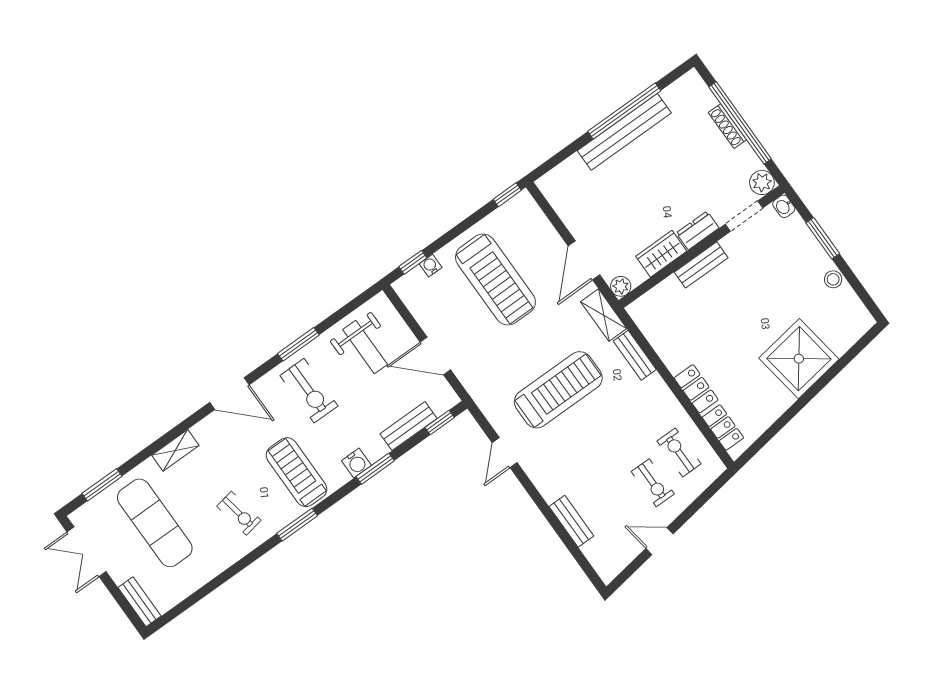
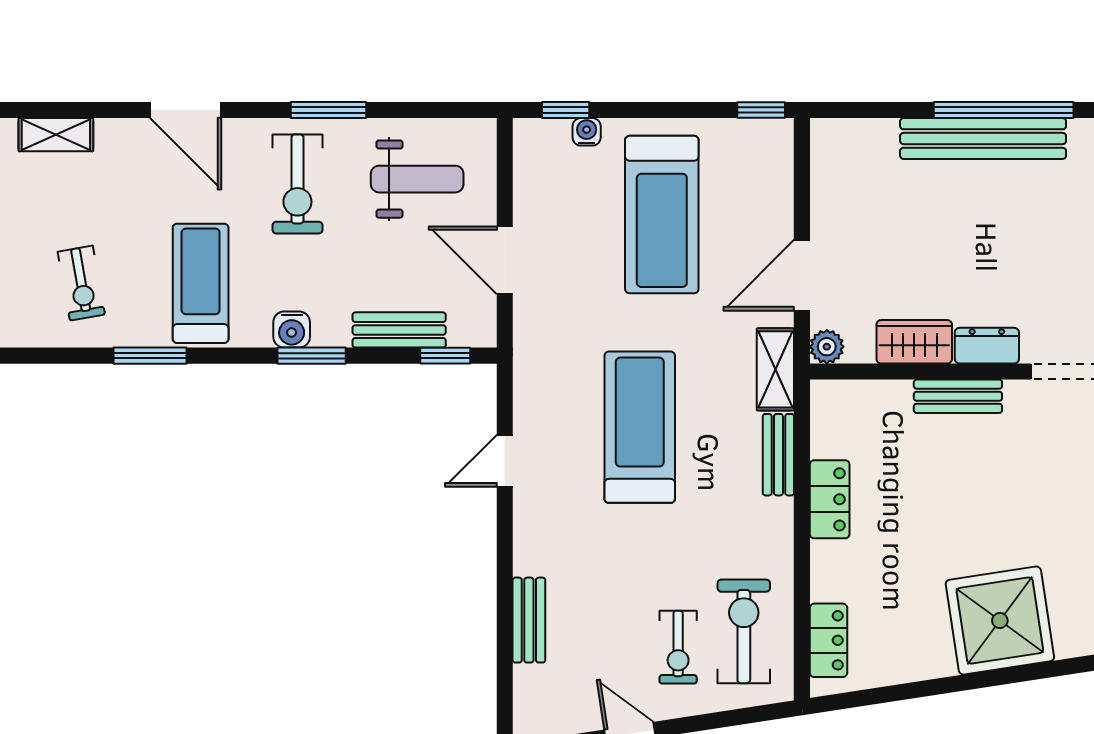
weight bench: (365, 347) -> (417, 179), turned -90
locker: (696, 389) -> (830, 499), moved
treadmill: (558, 390) -> (640, 427), turned -90
exercise bike: (679, 452) -> (744, 631), width x1.38, depth x1.39

